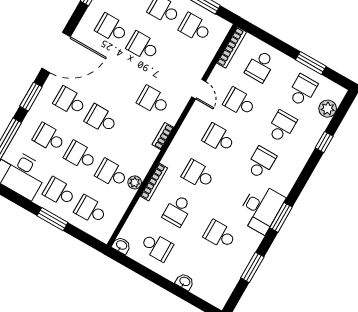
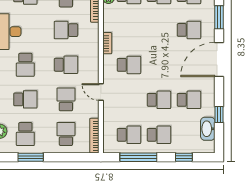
school desk: (239, 102) -> (66, 99), turned -90
school desk: (101, 119) -> (159, 30), removed
school desk: (282, 126) -> (25, 99), turned -90
school desk: (198, 174) -> (66, 30), turned 180

